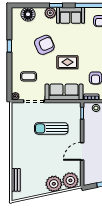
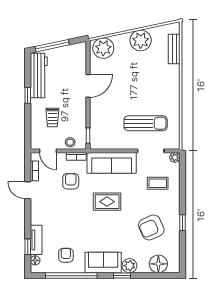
armchair: (44, 45) -> (151, 227), moved
sun lounger: (51, 128) -> (146, 123), moved
plant: (54, 184) -> (141, 40), moved

